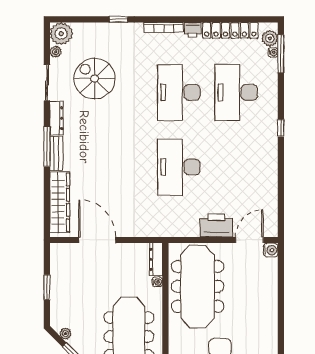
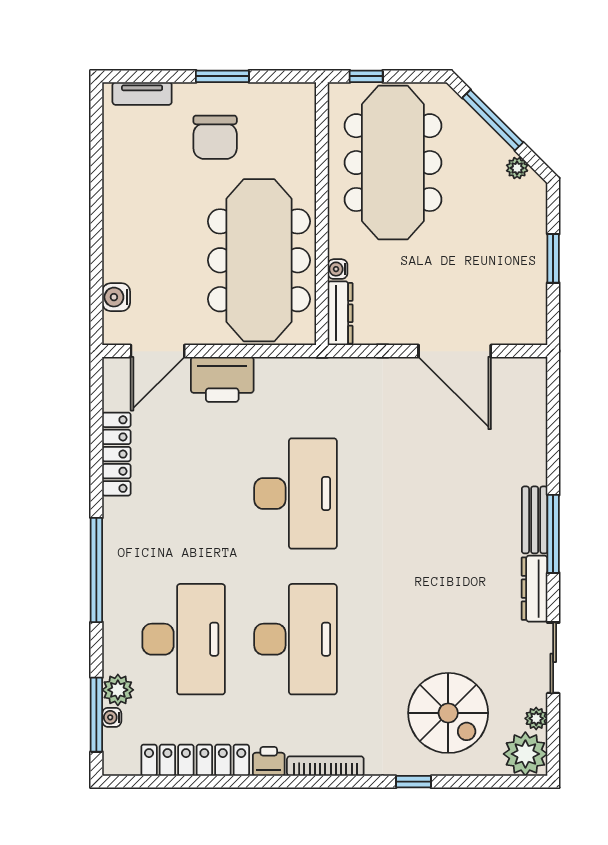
plant: (270, 38) -> (118, 690), moved
spiral stairs: (95, 79) -> (448, 713), moved
window: (281, 128) -> (96, 570), width x3.17
locker: (271, 187) -> (116, 454), added
wardrobe: (60, 202) -> (528, 425), removed
water cooler: (271, 250) -> (116, 297), moved

